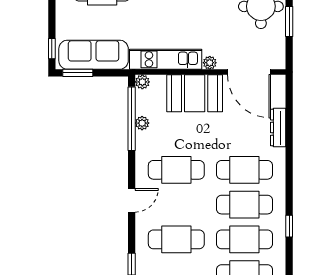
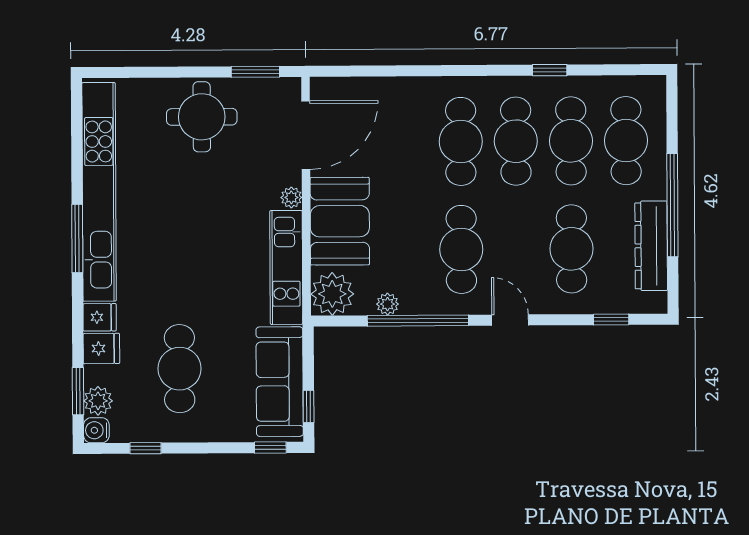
window: (289, 22) -> (255, 72), moved
window: (78, 73) -> (309, 406), width x0.67
plant: (142, 82) -> (332, 294), width x1.88, depth x1.88
window: (132, 119) -> (418, 321), moved
dresser: (278, 128) -> (394, 88), removed

